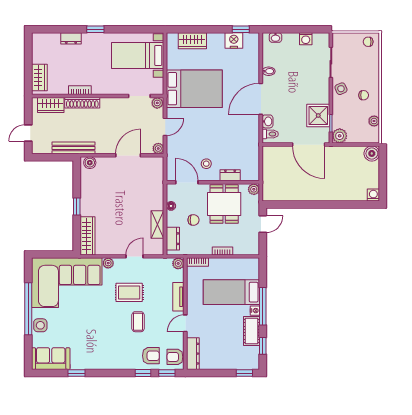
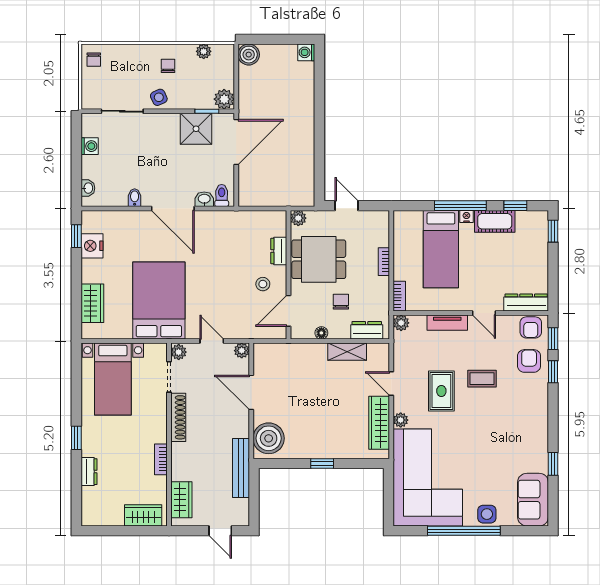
shoe rack: (82, 103) -> (178, 417), moved
boiler: (90, 163) -> (269, 438), width x1.86, depth x1.86
wardrobe: (88, 236) -> (379, 423), moved, turned -90

